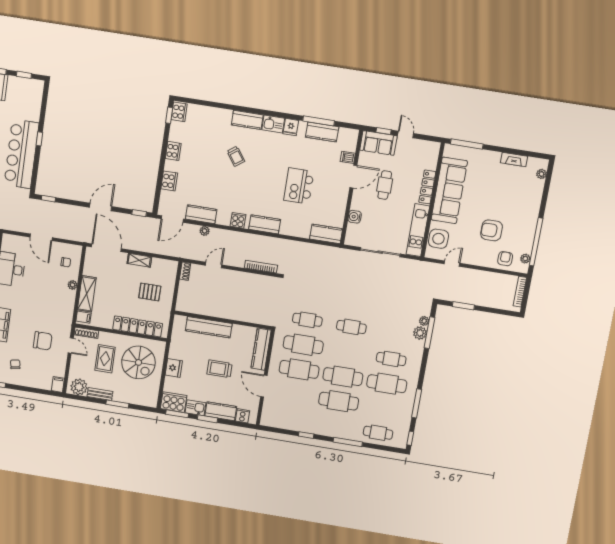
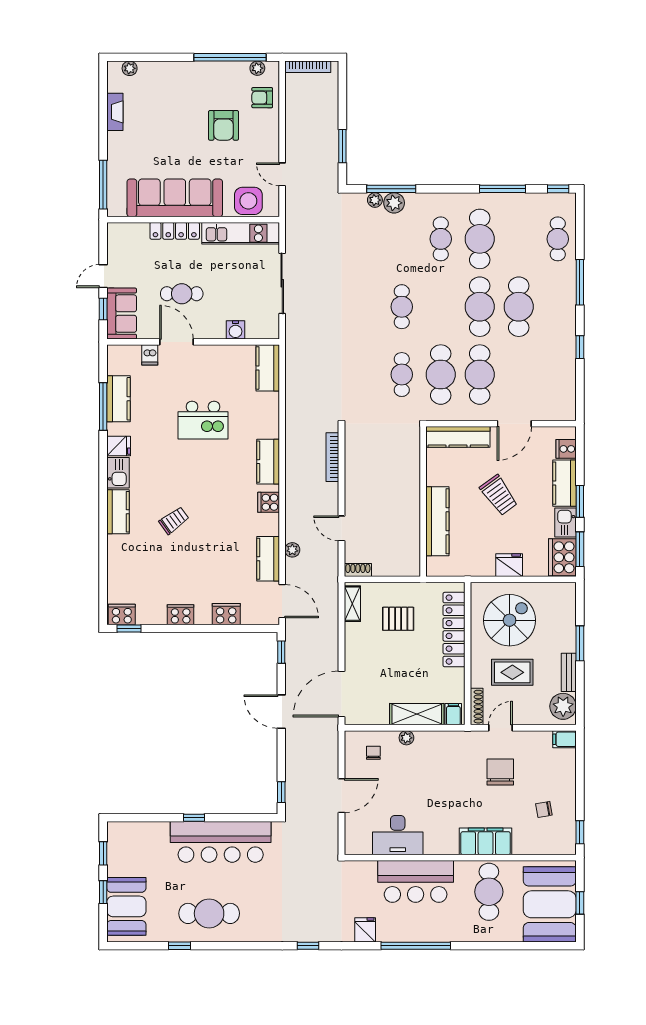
shelving: (139, 260) -> (352, 604), moved
pallet: (150, 292) -> (398, 619), turned 90
trolley: (219, 369) -> (499, 495), turned -36

